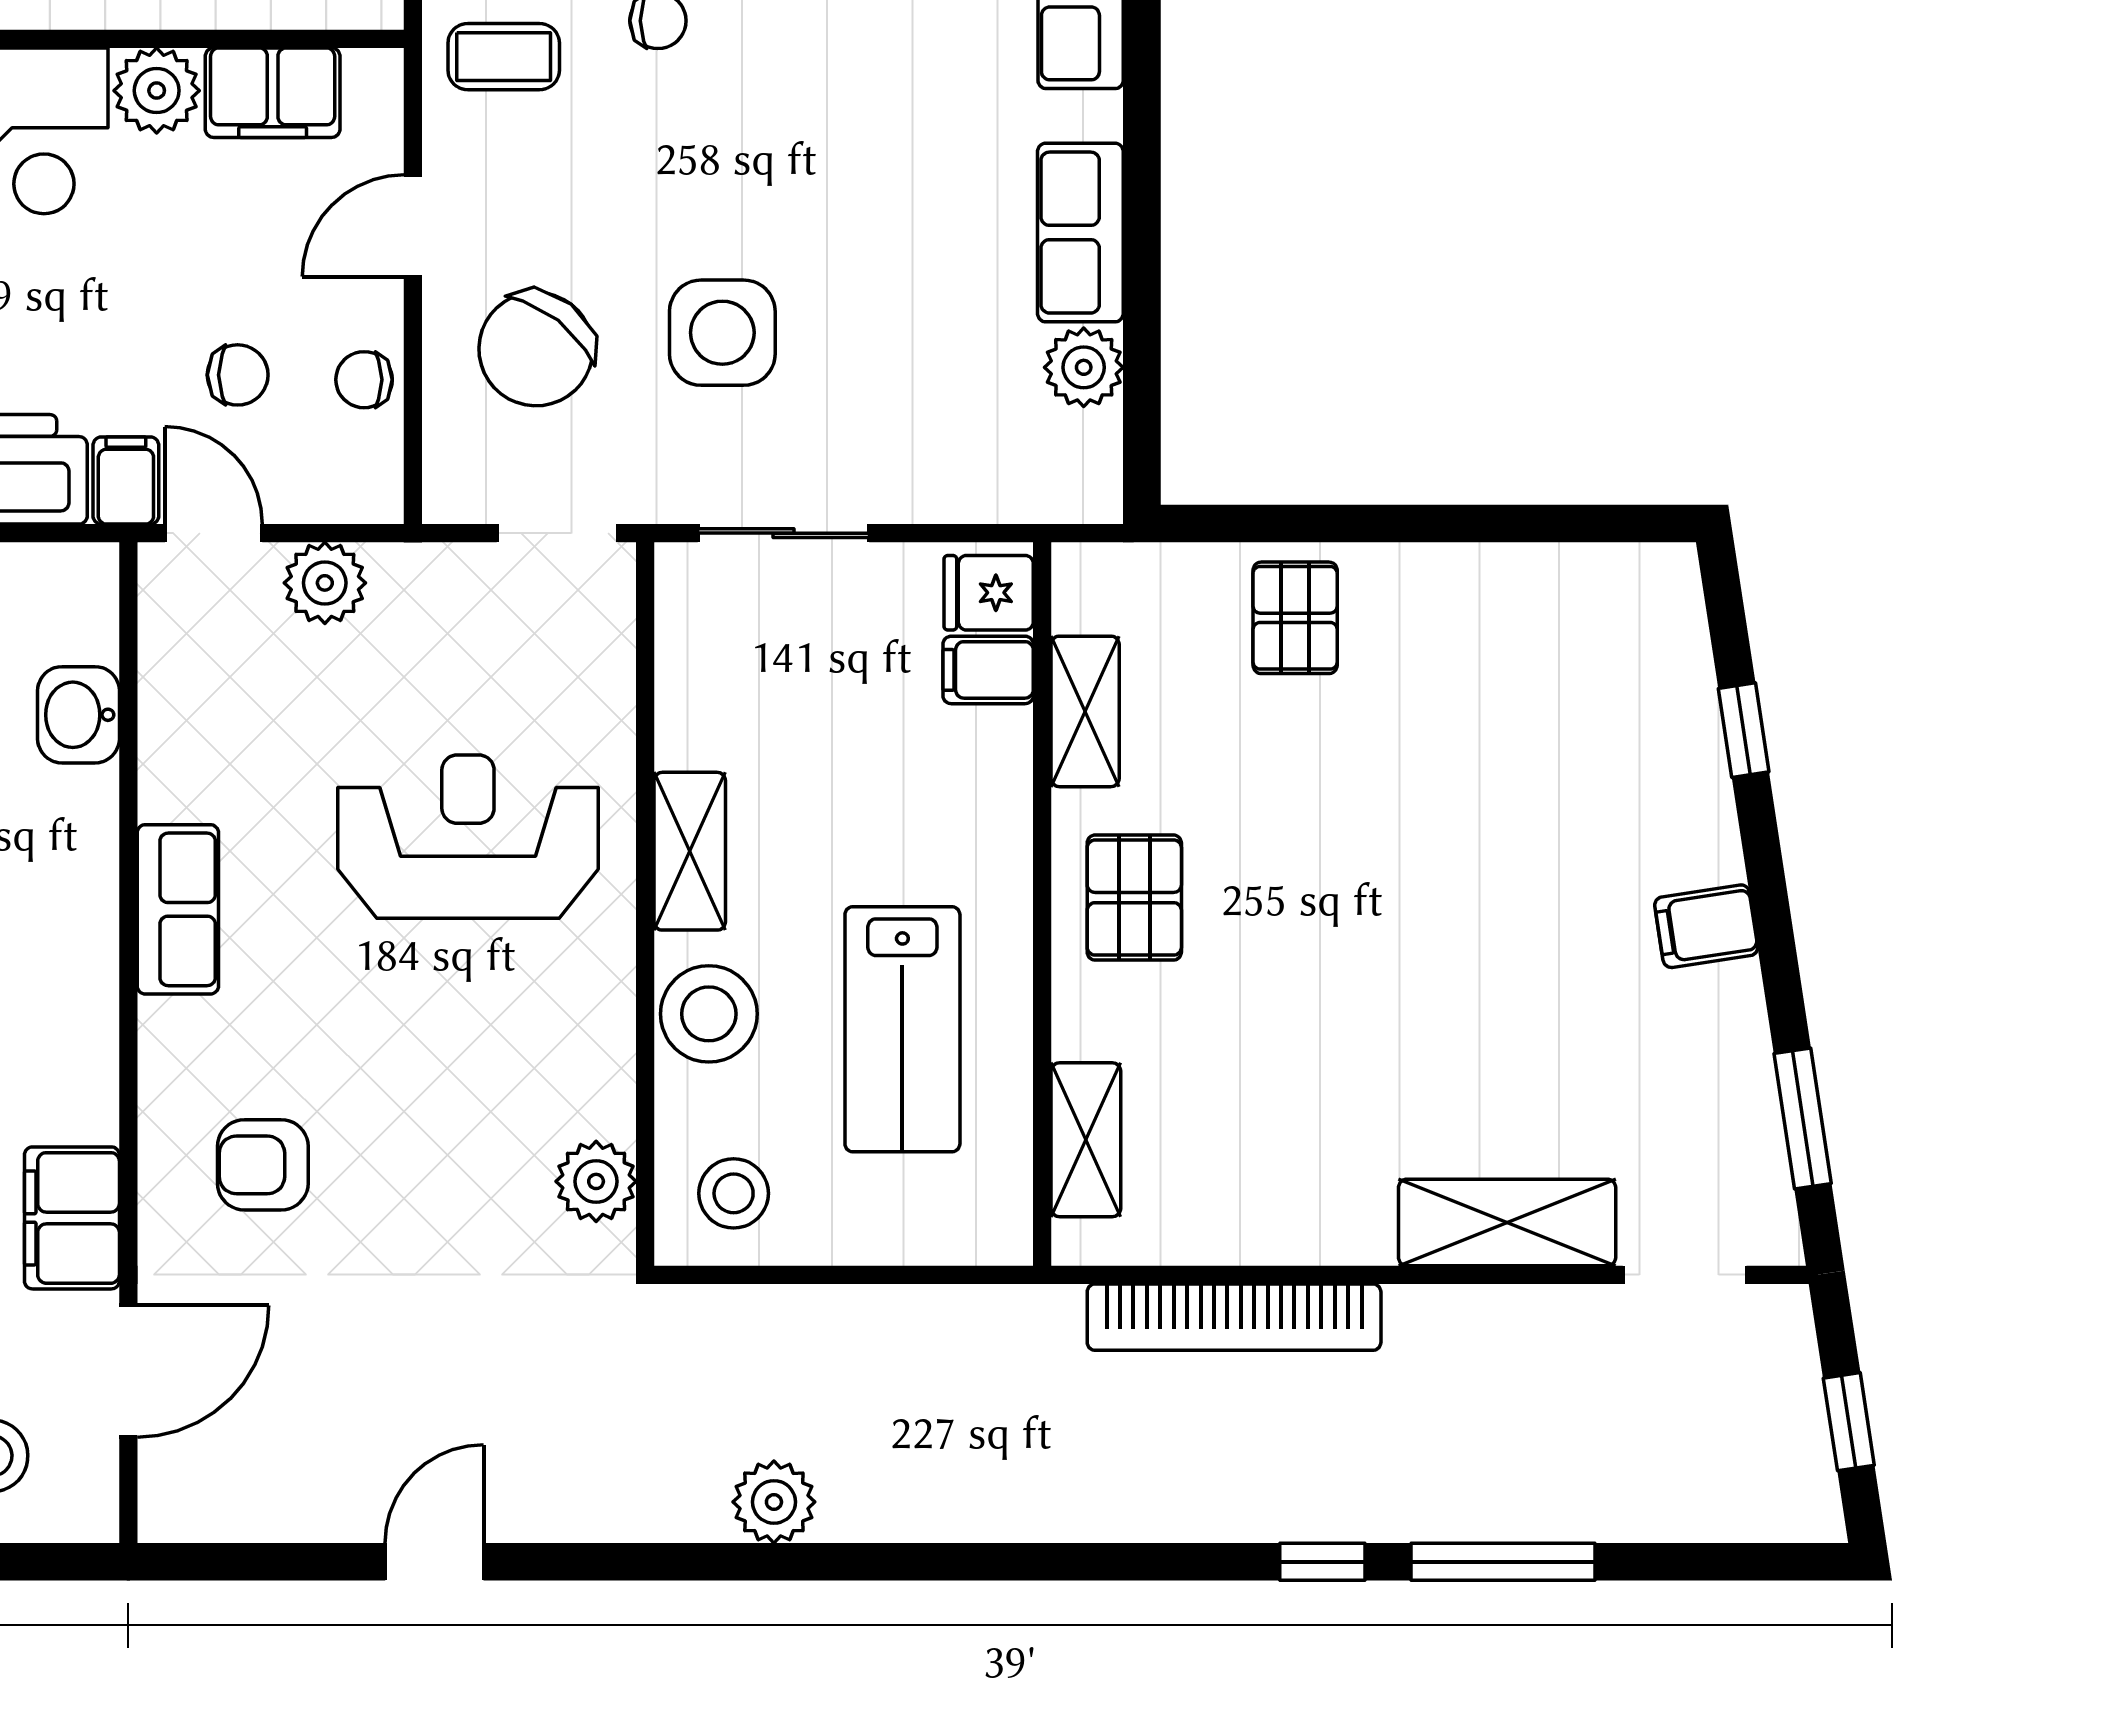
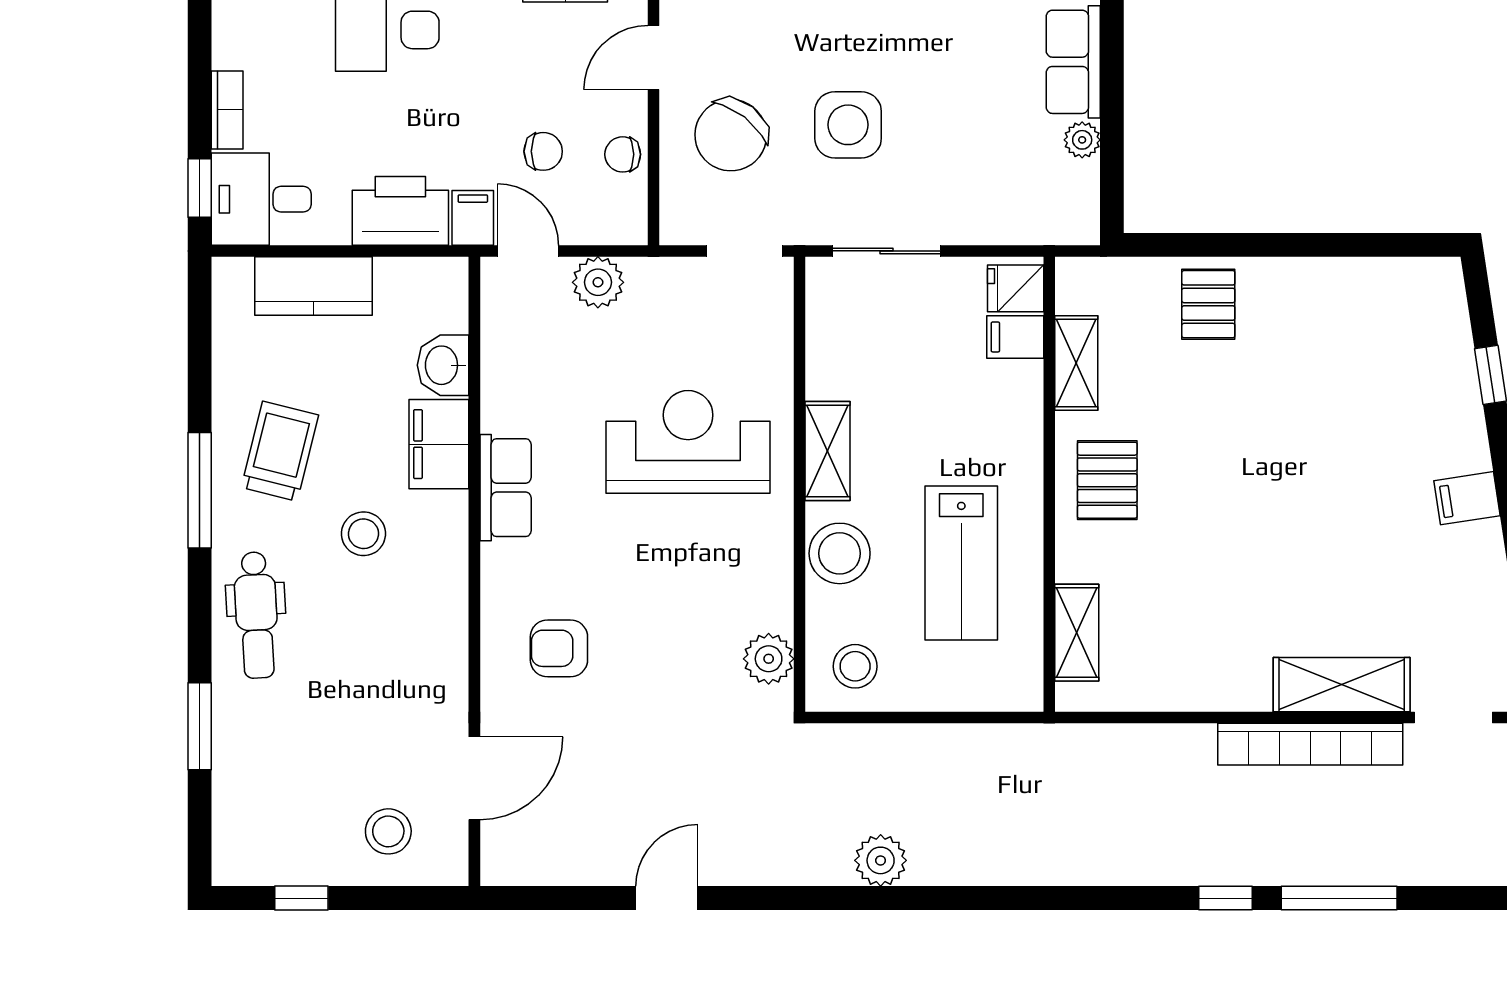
plant: (1084, 367) -> (1082, 140), width x0.73, depth x0.73
filing cabinet: (72, 1218) -> (439, 444), moved
bookcase: (1234, 1317) -> (1310, 744), moved

